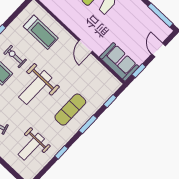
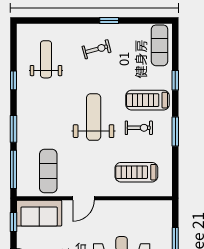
door: (85, 46) -> (83, 198), swing flipped
window: (110, 101) -> (13, 169), width x2.17
exercise mat: (70, 110) -> (48, 171), moved

